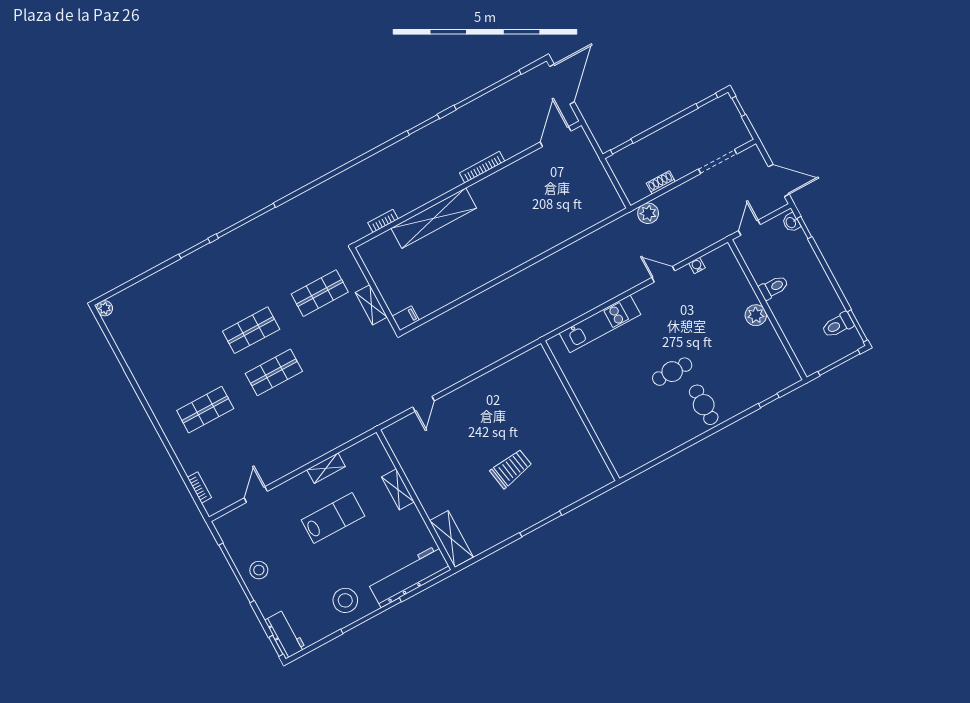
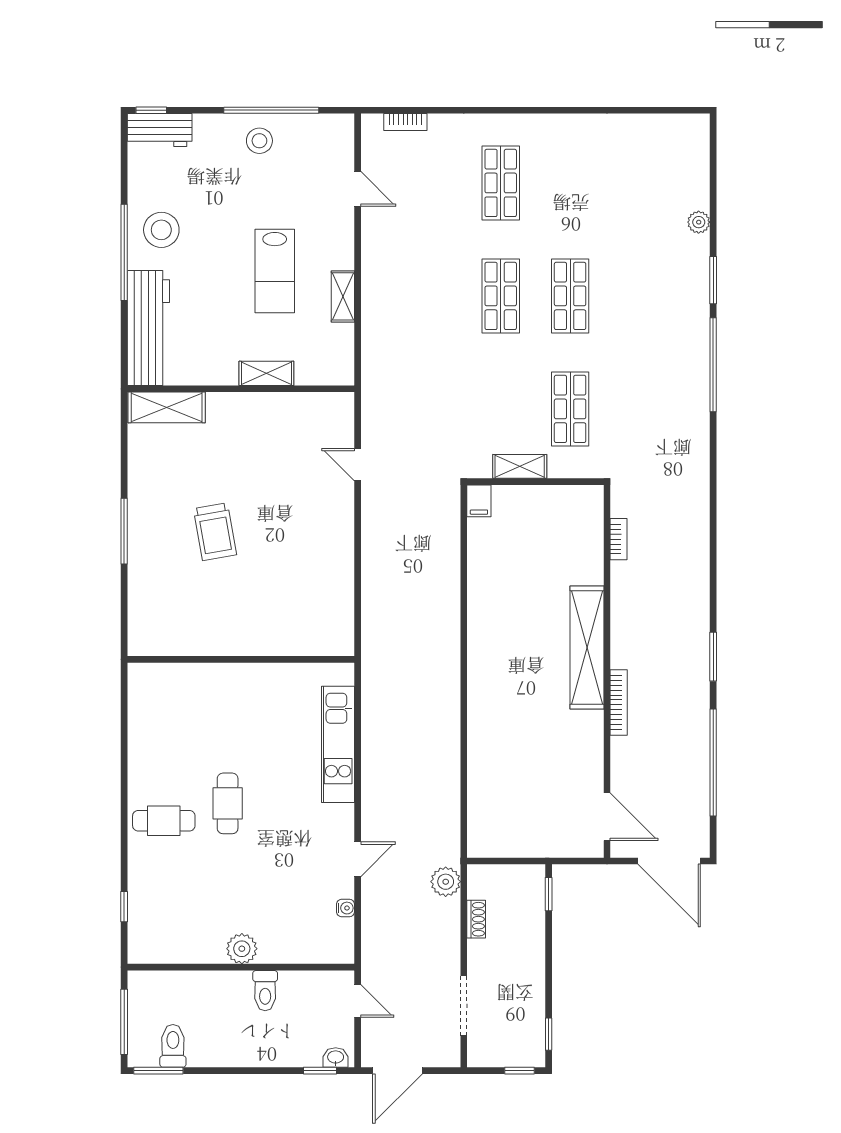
shelving: (434, 218) -> (587, 648), moved
plant: (105, 308) -> (699, 222), moved

